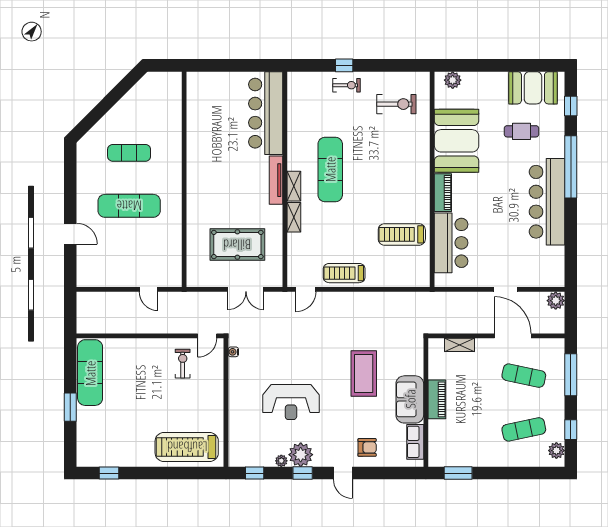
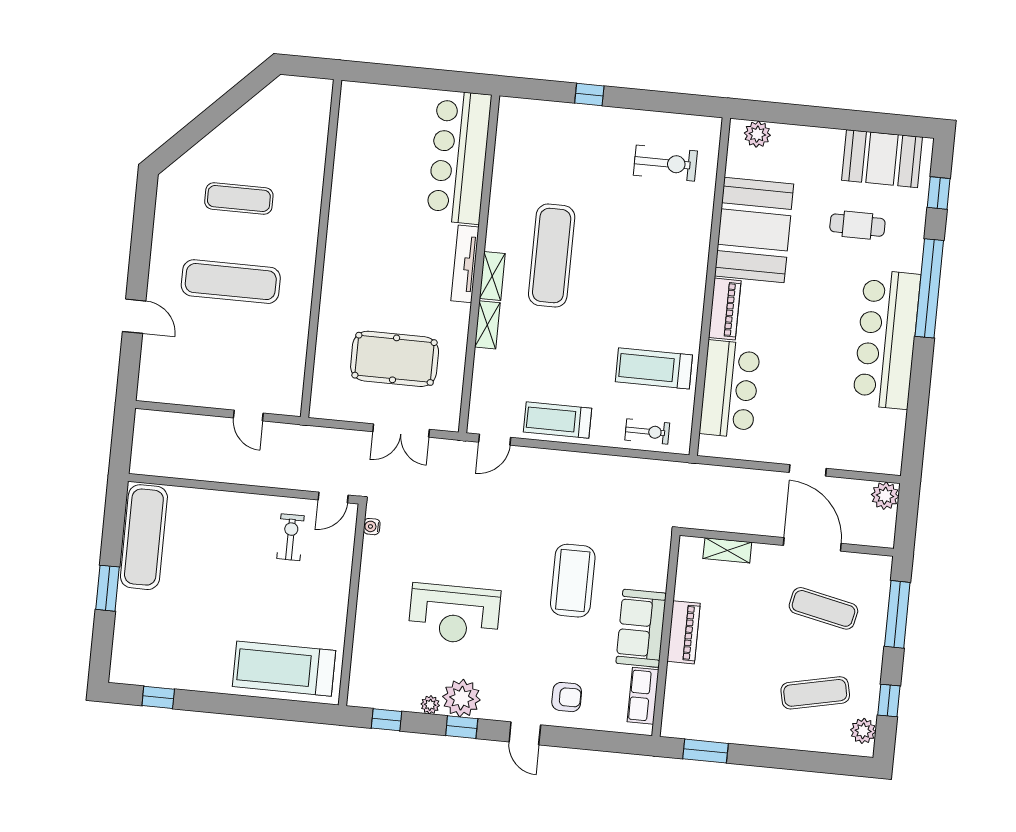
exercise bike: (346, 85) -> (647, 431), moved

